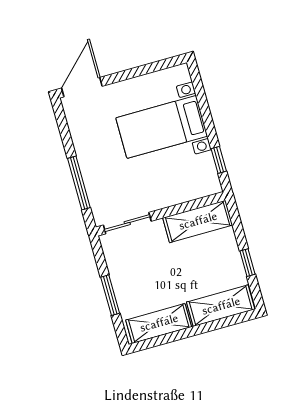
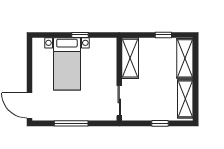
window: (219, 160) -> (80, 35), moved
window: (79, 183) -> (71, 123), moved
window: (110, 295) -> (160, 123), width x0.67

